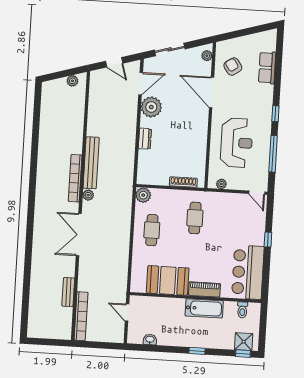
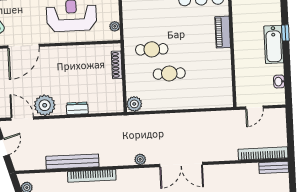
bench: (91, 163) -> (72, 162), moved
bookcase: (75, 178) -> (92, 176), moved
cafe table: (152, 230) -> (169, 74), moved
booth: (168, 280) -> (218, 70), removed
bench: (68, 292) -> (274, 167), moved
bathtub: (204, 308) -> (274, 44), moved, turned 180

